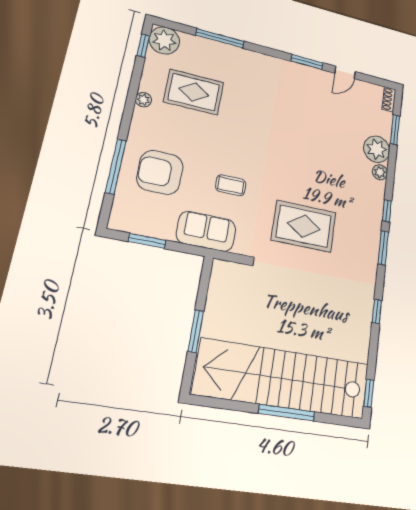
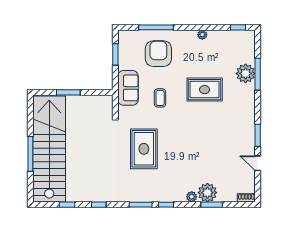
plant: (164, 40) -> (246, 73), moved
rug: (194, 92) -> (205, 90), moved, turned 90
window: (395, 130) -> (212, 205), moved
window: (369, 393) -> (67, 205), moved

